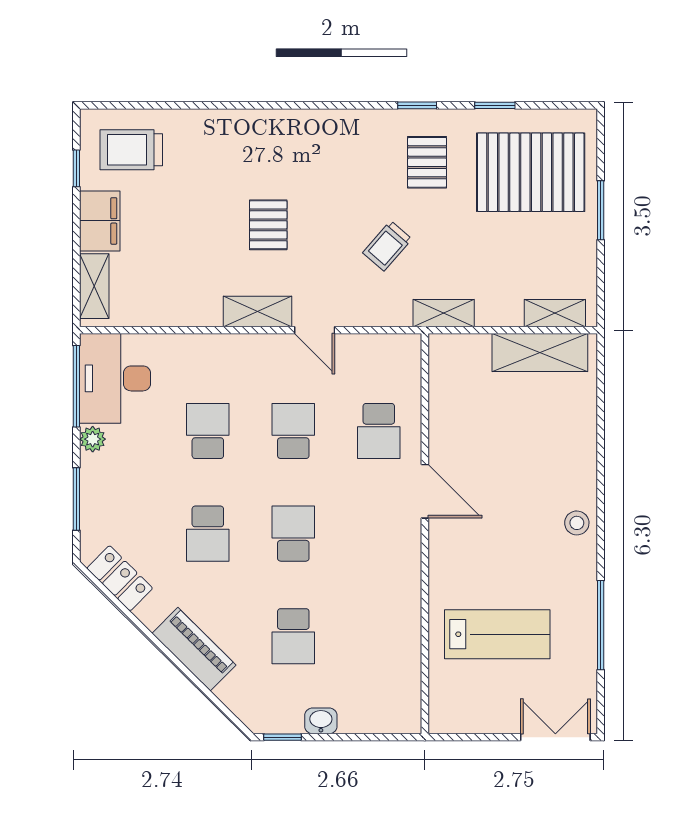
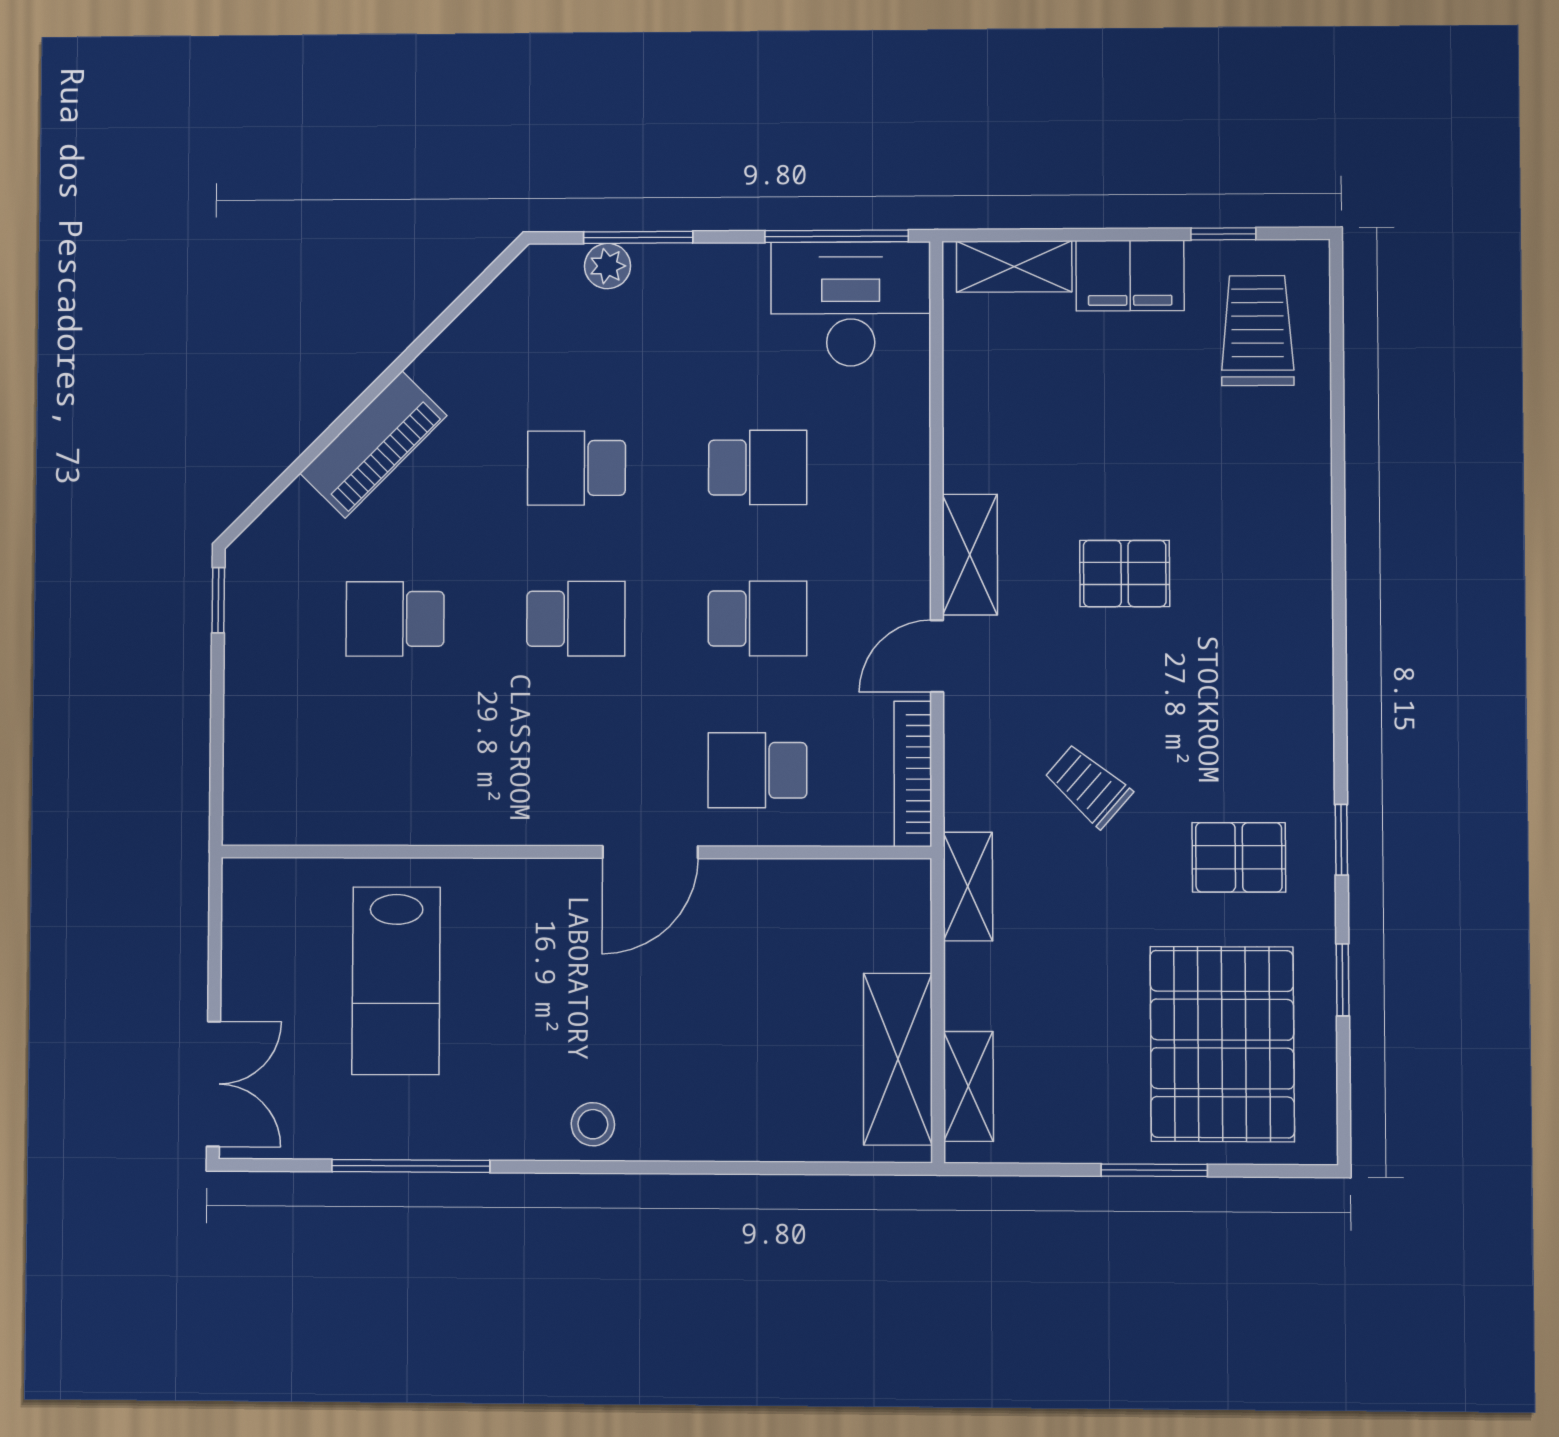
bookcase: (381, 344) -> (913, 774), added
plant: (93, 439) -> (608, 266), moved
locker: (120, 578) -> (499, 314), removed
washbasin: (321, 721) -> (246, 668), removed

